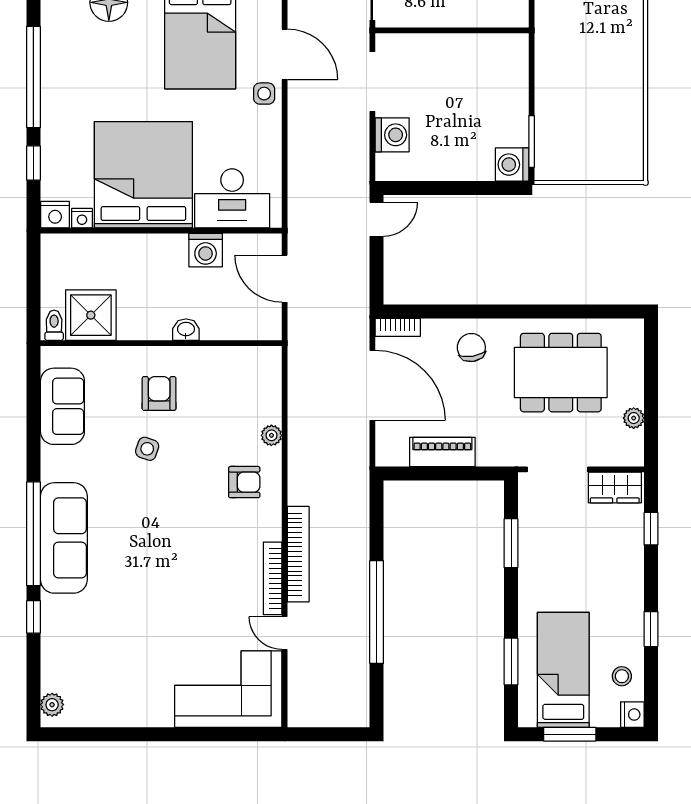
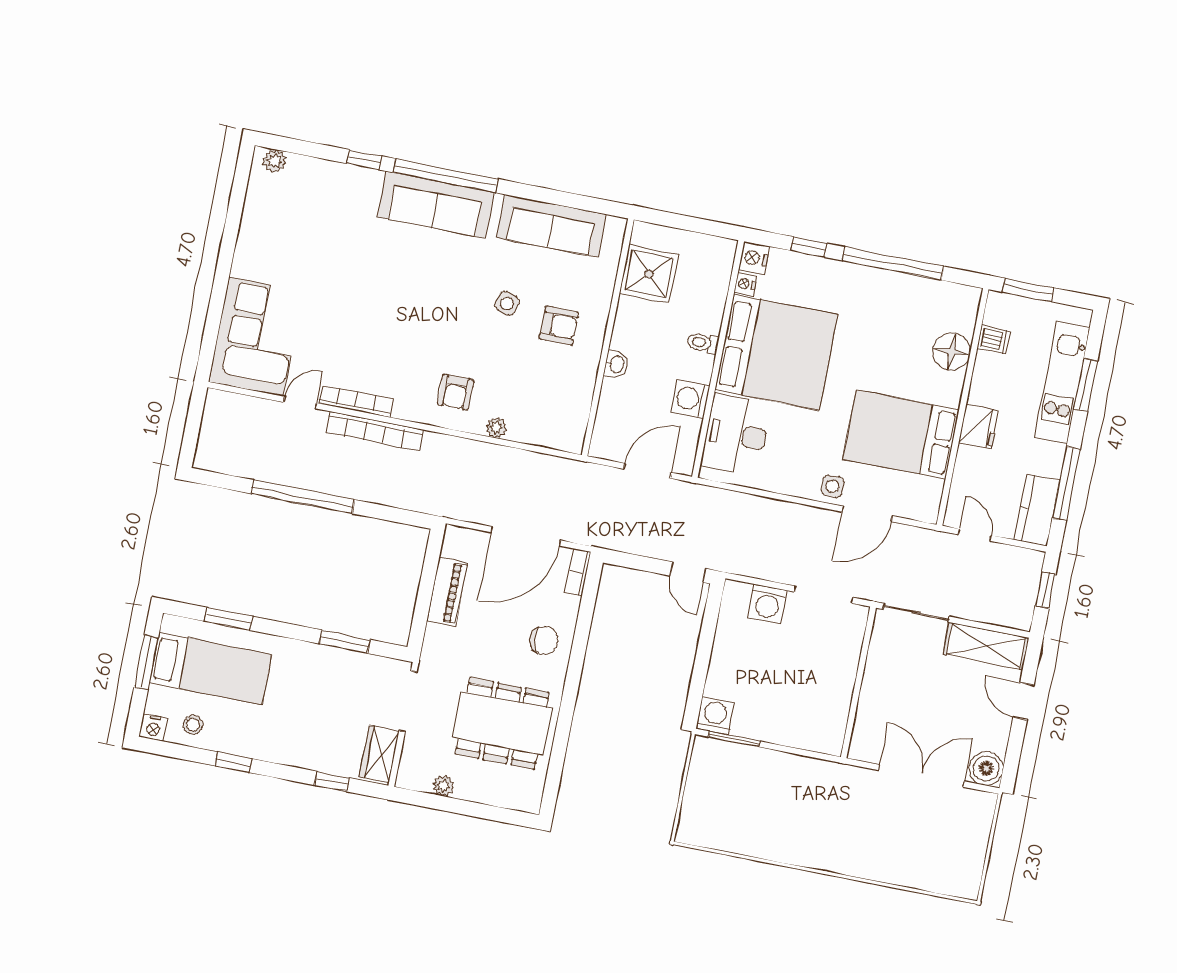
toilet: (54, 325) -> (703, 343), moved, turned 180
dining table: (561, 373) -> (502, 723), turned 90
sofa: (62, 406) -> (551, 226), width x1.36

